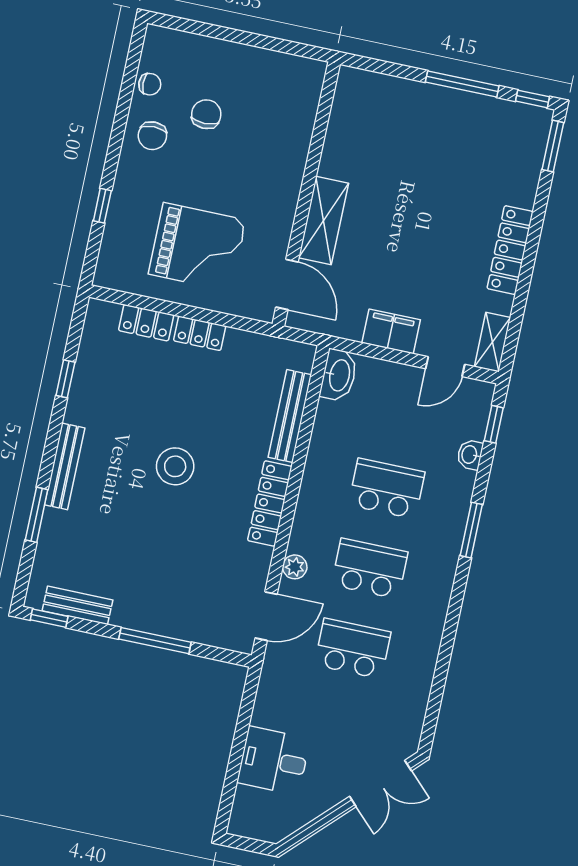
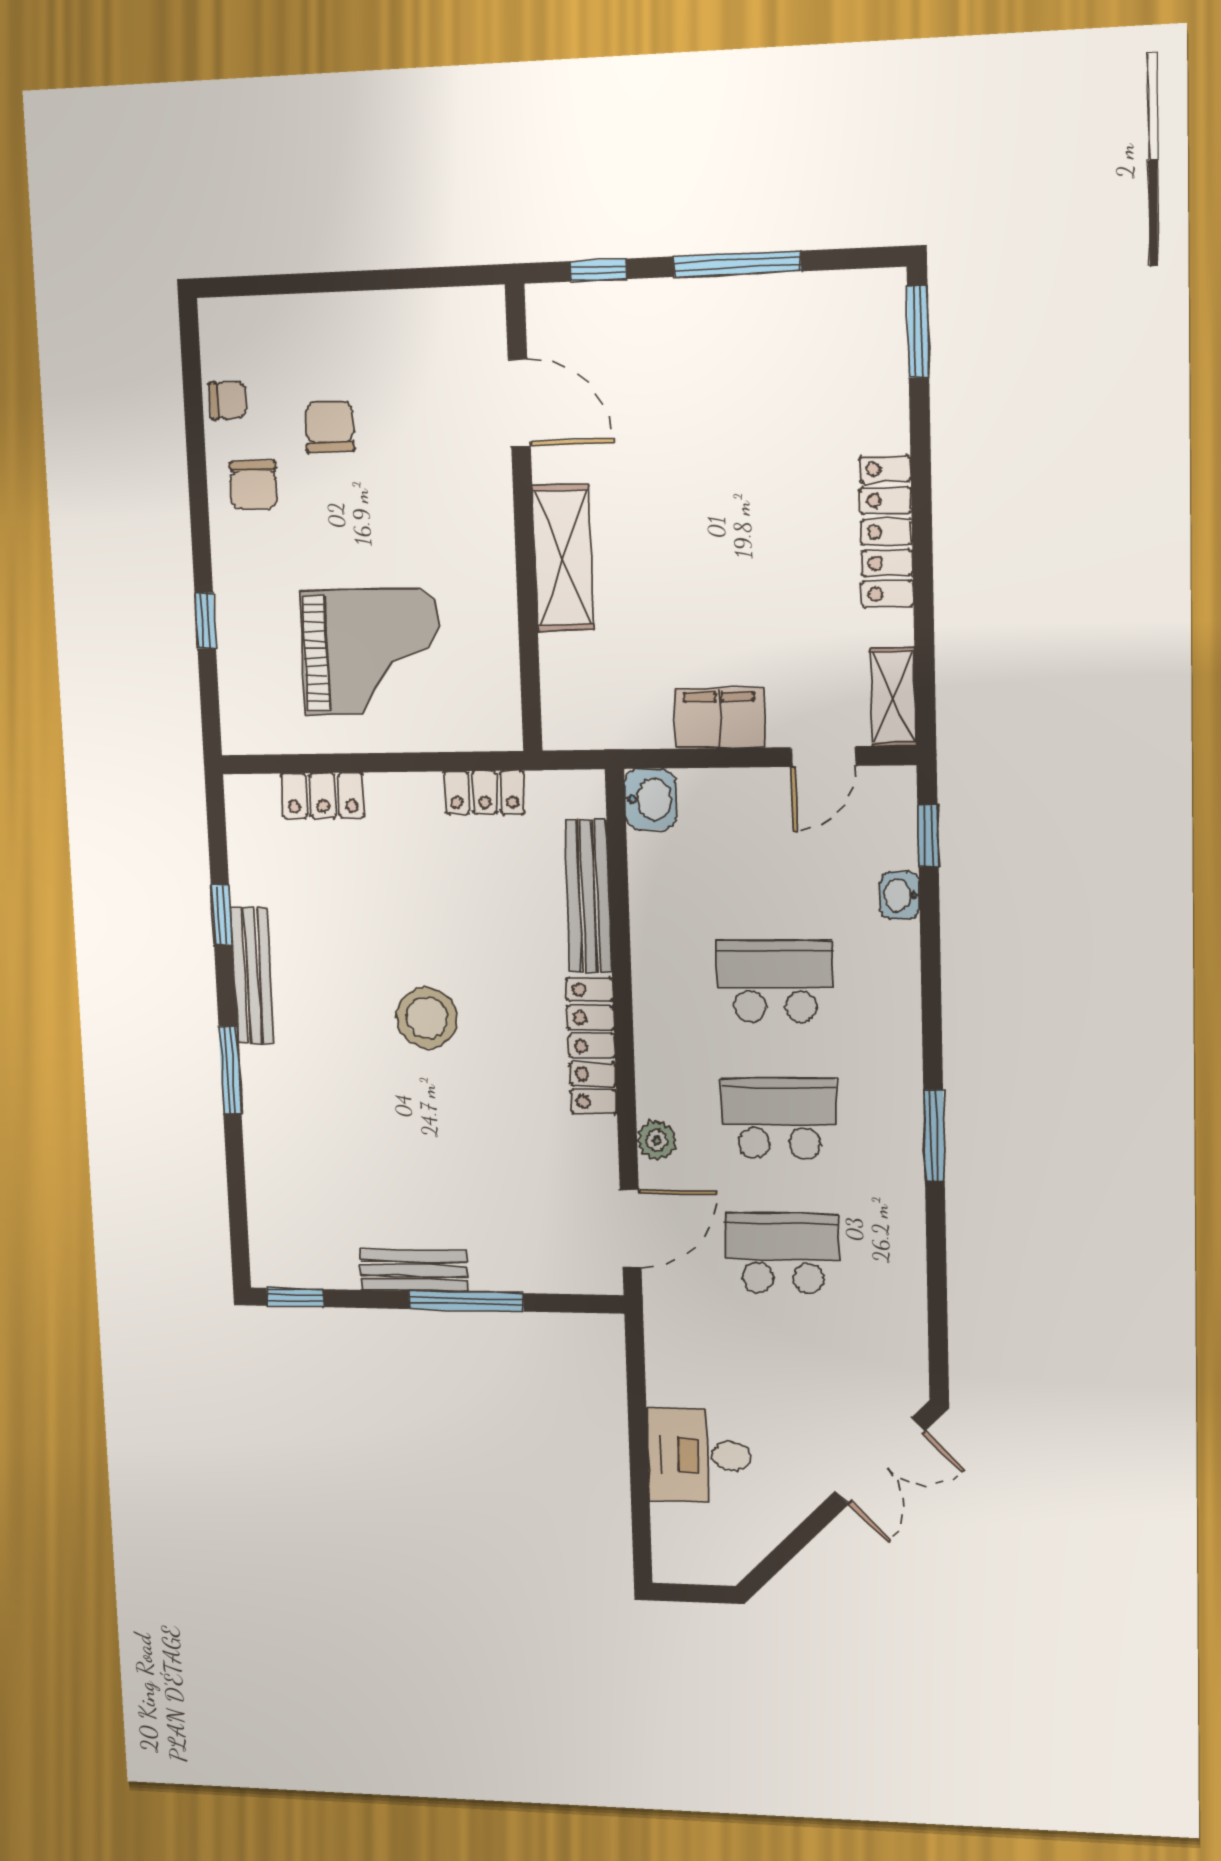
window: (532, 99) -> (599, 270), moved
door: (287, 284) -> (519, 403), moved
locker: (200, 333) -> (484, 792), moved
washbasin: (339, 375) -> (651, 799), width x0.72
bench: (65, 466) -> (252, 976), moved
window: (37, 515) -> (230, 1070), moved
window: (471, 530) -> (934, 1135), moved
bench: (77, 605) -> (414, 1271), moved

